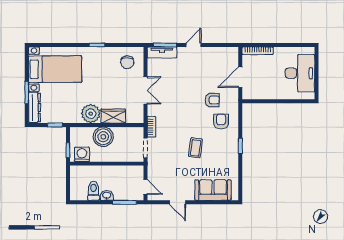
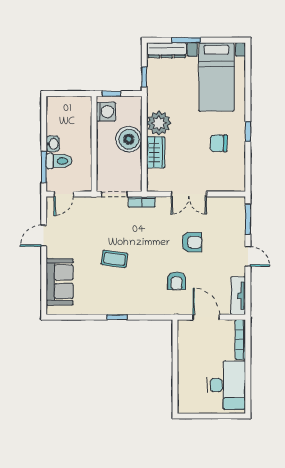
tv unit: (162, 52) -> (238, 296), moved
chair: (127, 62) -> (219, 143), moved
desk: (300, 73) -> (226, 385), moved, turned -90
armchair: (221, 121) -> (192, 242), moved
toilet: (93, 191) -> (59, 161), moved

